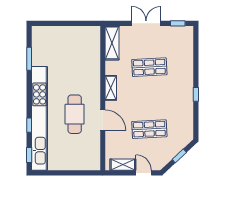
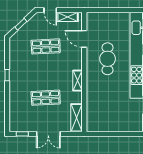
door: (103, 120) -> (84, 39), moved

